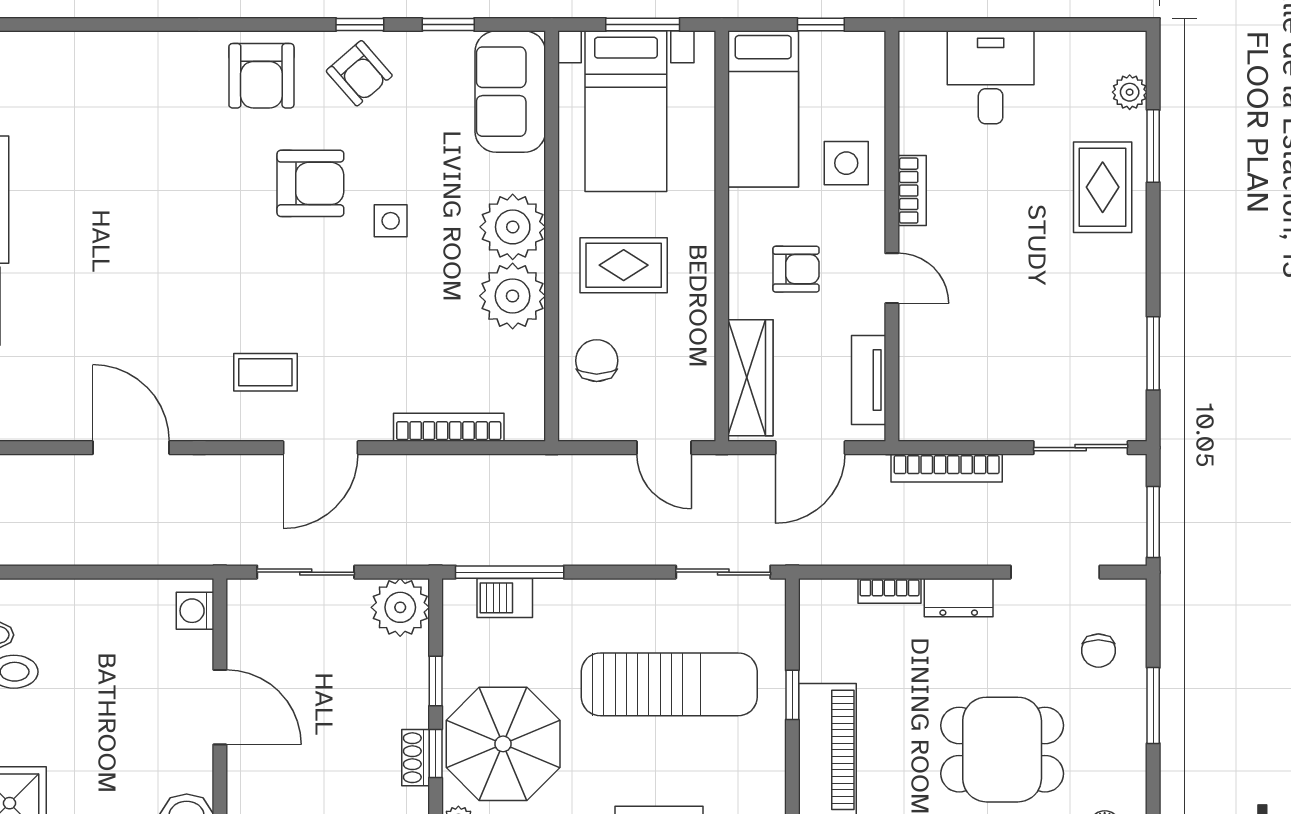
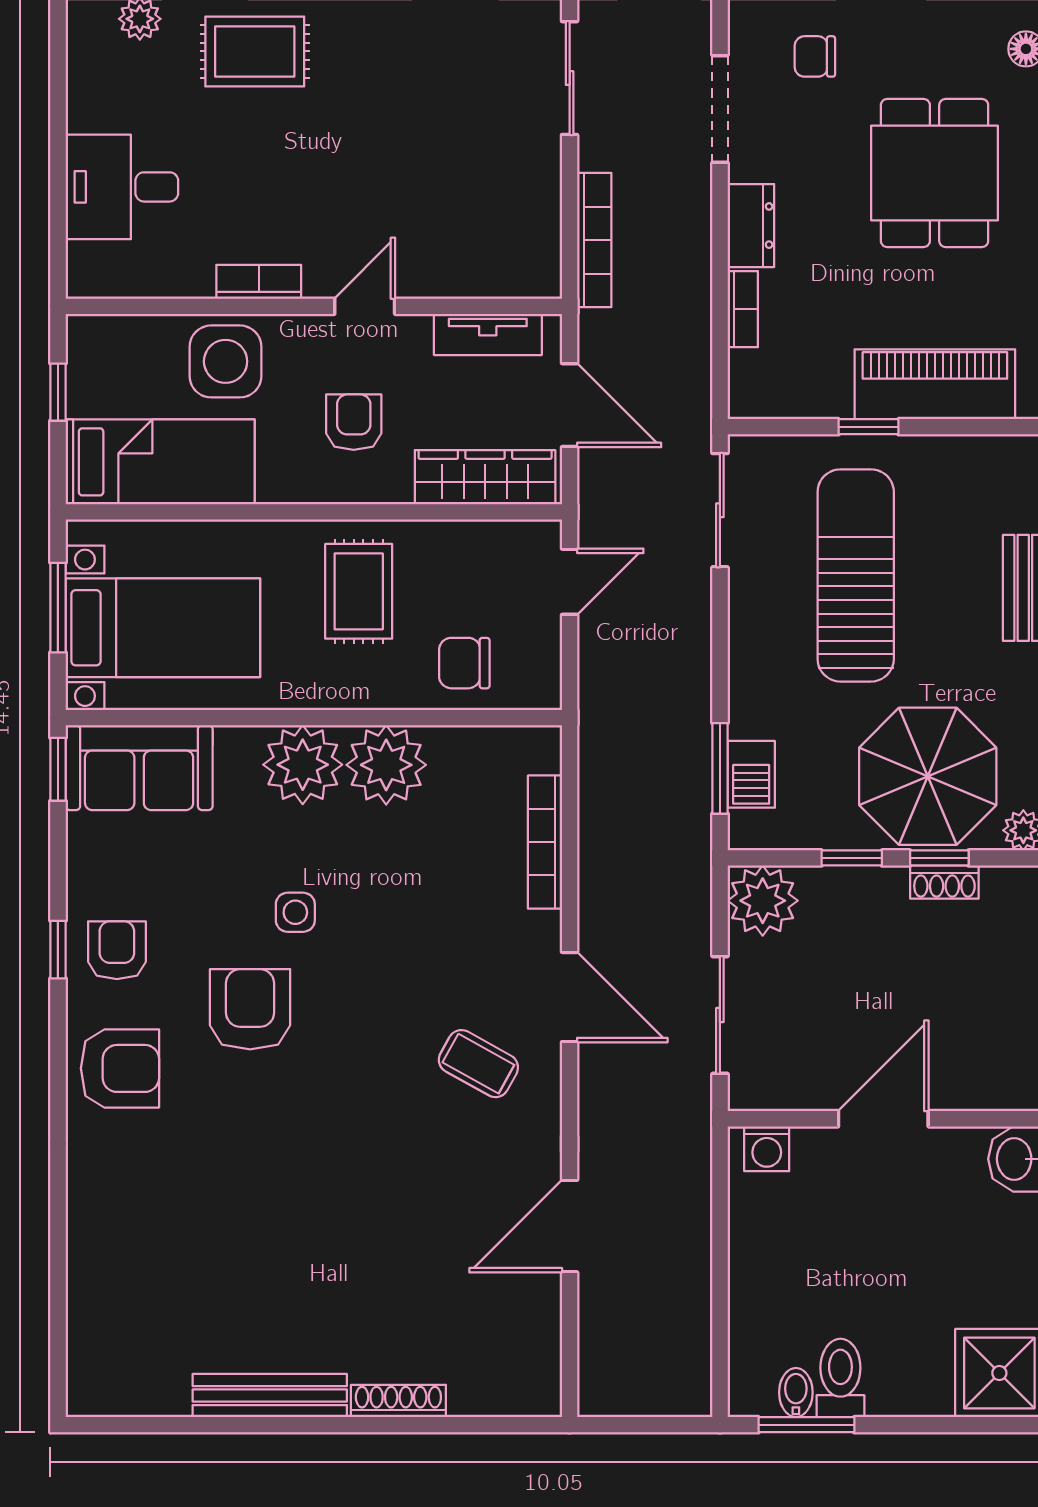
window: (448, 25) -> (58, 769), moved
armchair: (359, 73) -> (117, 950), turned -49
side table: (846, 163) -> (226, 361), width x1.37, depth x1.37
rug: (624, 265) -> (359, 591), moved
coffee table: (265, 372) -> (478, 1064), turned -61
window: (510, 572) -> (720, 768), width x0.69
chair: (1098, 651) -> (815, 56), turned 180

